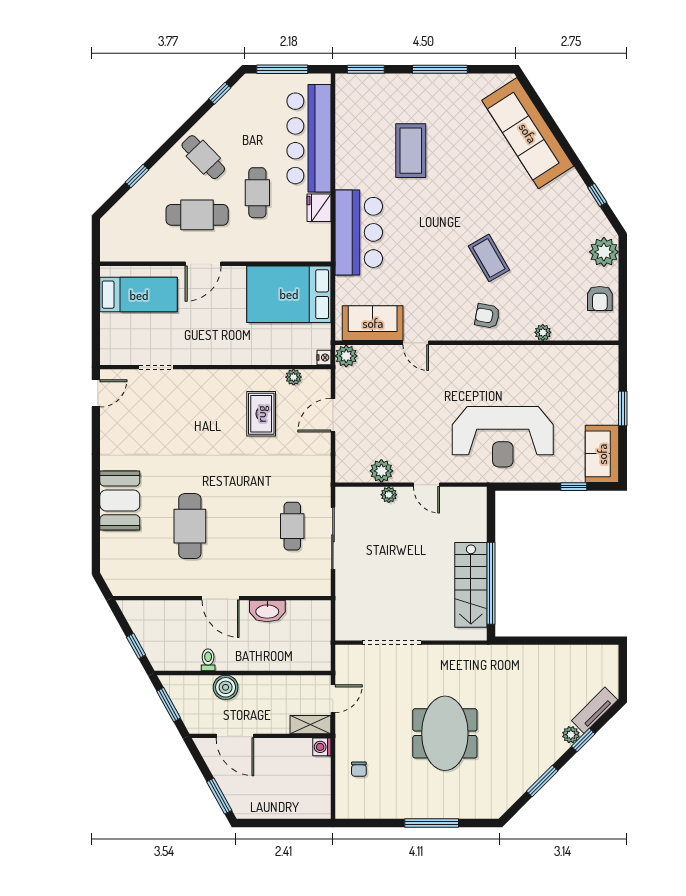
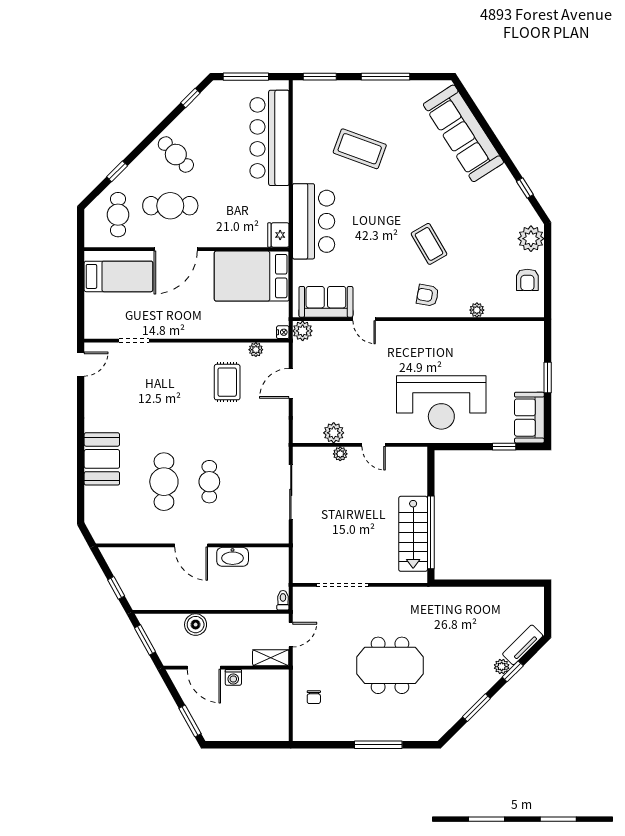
coffee table: (411, 151) -> (360, 149), turned -70
cafe table: (257, 193) -> (118, 215), moved
fridge: (319, 208) -> (278, 235), moved
door: (203, 264) -> (176, 249), width x1.36
cafe table: (292, 526) -> (209, 482), moved
toilet: (208, 660) -> (283, 600), moved
meeting table: (445, 733) -> (390, 665), turned 90
washing machine: (322, 747) -> (233, 677), moved, turned -90

